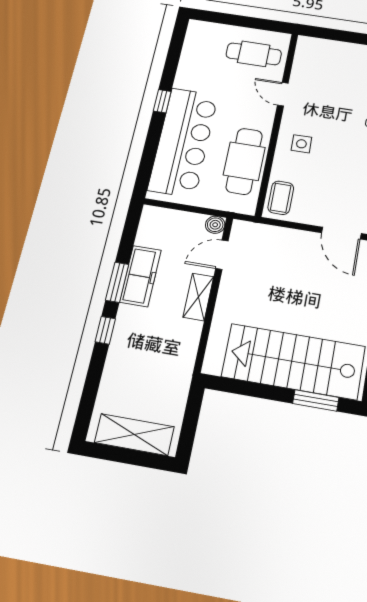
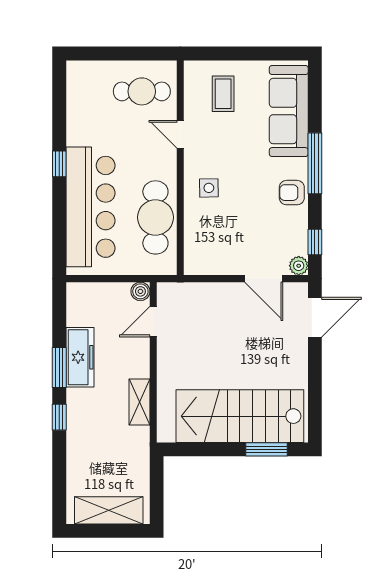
coffee table: (281, 198) -> (223, 94), moved
shelving: (198, 297) -> (139, 402), moved

